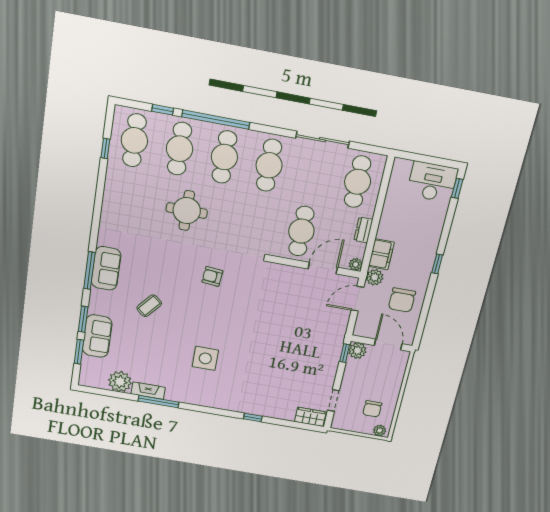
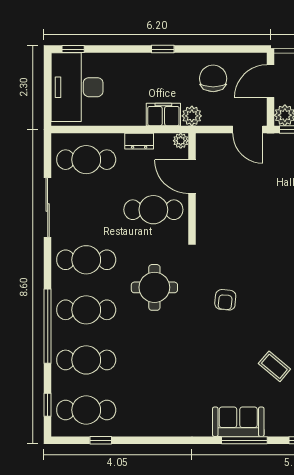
window: (163, 110) -> (48, 405), moved
desk: (432, 182) -> (77, 87), width x1.36, depth x1.30
round table: (187, 211) -> (154, 287), moved
door: (358, 299) -> (248, 129), moved
chair: (402, 300) -> (213, 78), turned -90

